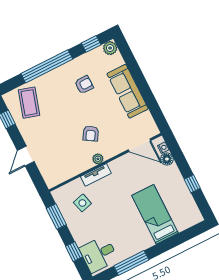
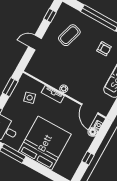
coffee table: (29, 103) -> (69, 35), moved
armchair: (91, 134) -> (76, 74), removed
bed: (155, 214) -> (45, 143), width x2.04

